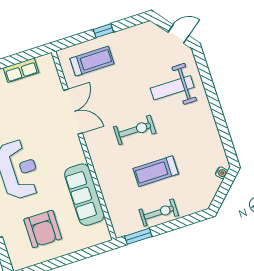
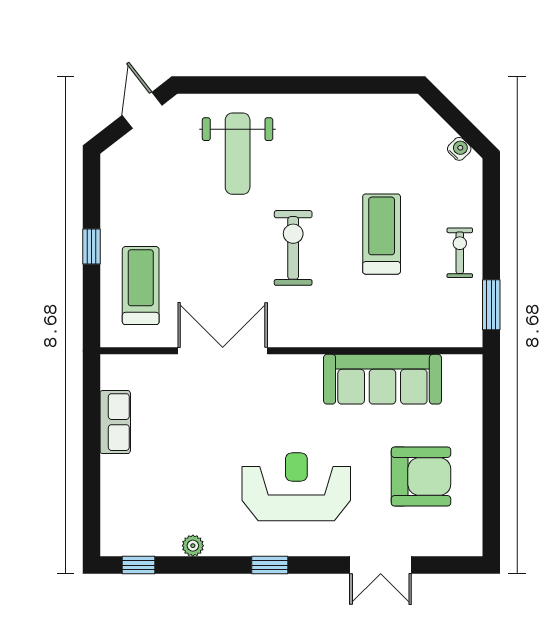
treadmill: (156, 171) -> (382, 234), turned 180
water cooler: (221, 173) -> (459, 149), moved
exercise bike: (159, 213) -> (460, 253), width x0.73, depth x0.72

